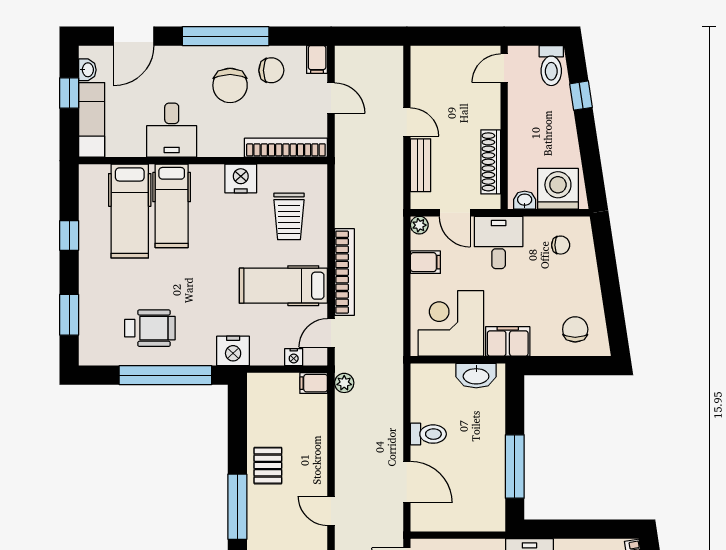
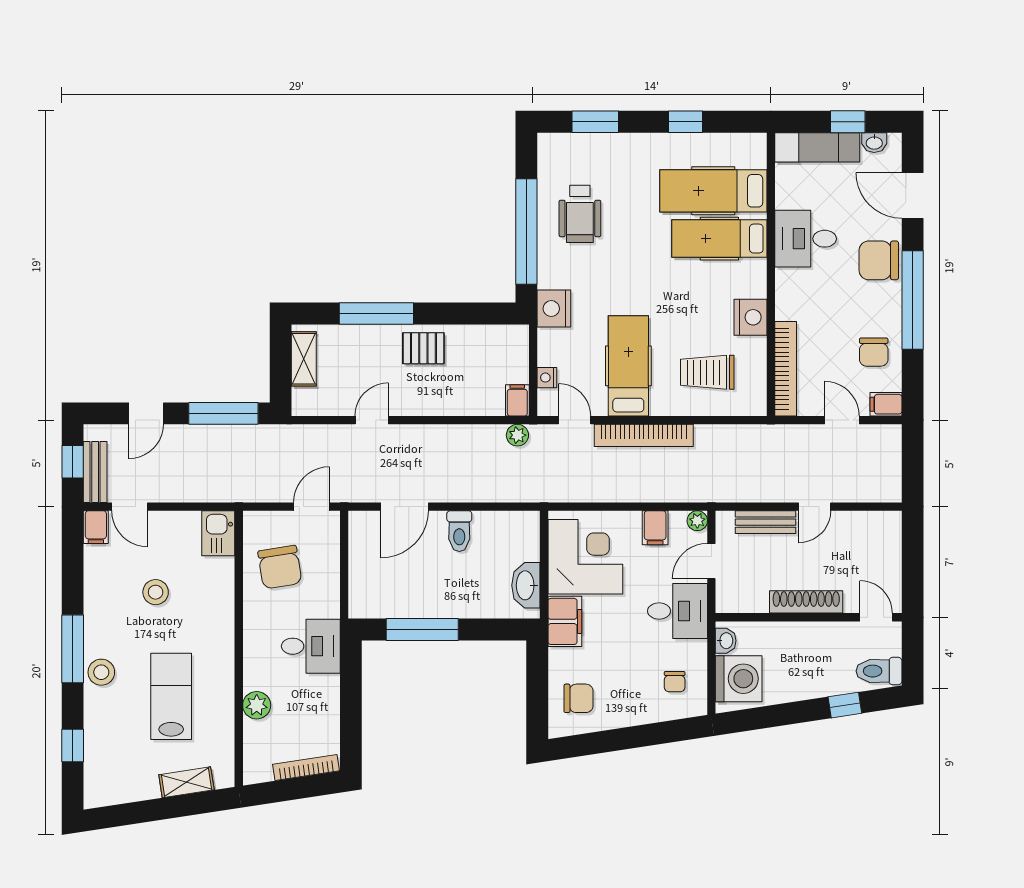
chair: (230, 85) -> (879, 260), moved
door: (331, 98) -> (842, 420), swing flipped
shoe rack: (491, 162) -> (806, 602), moved

